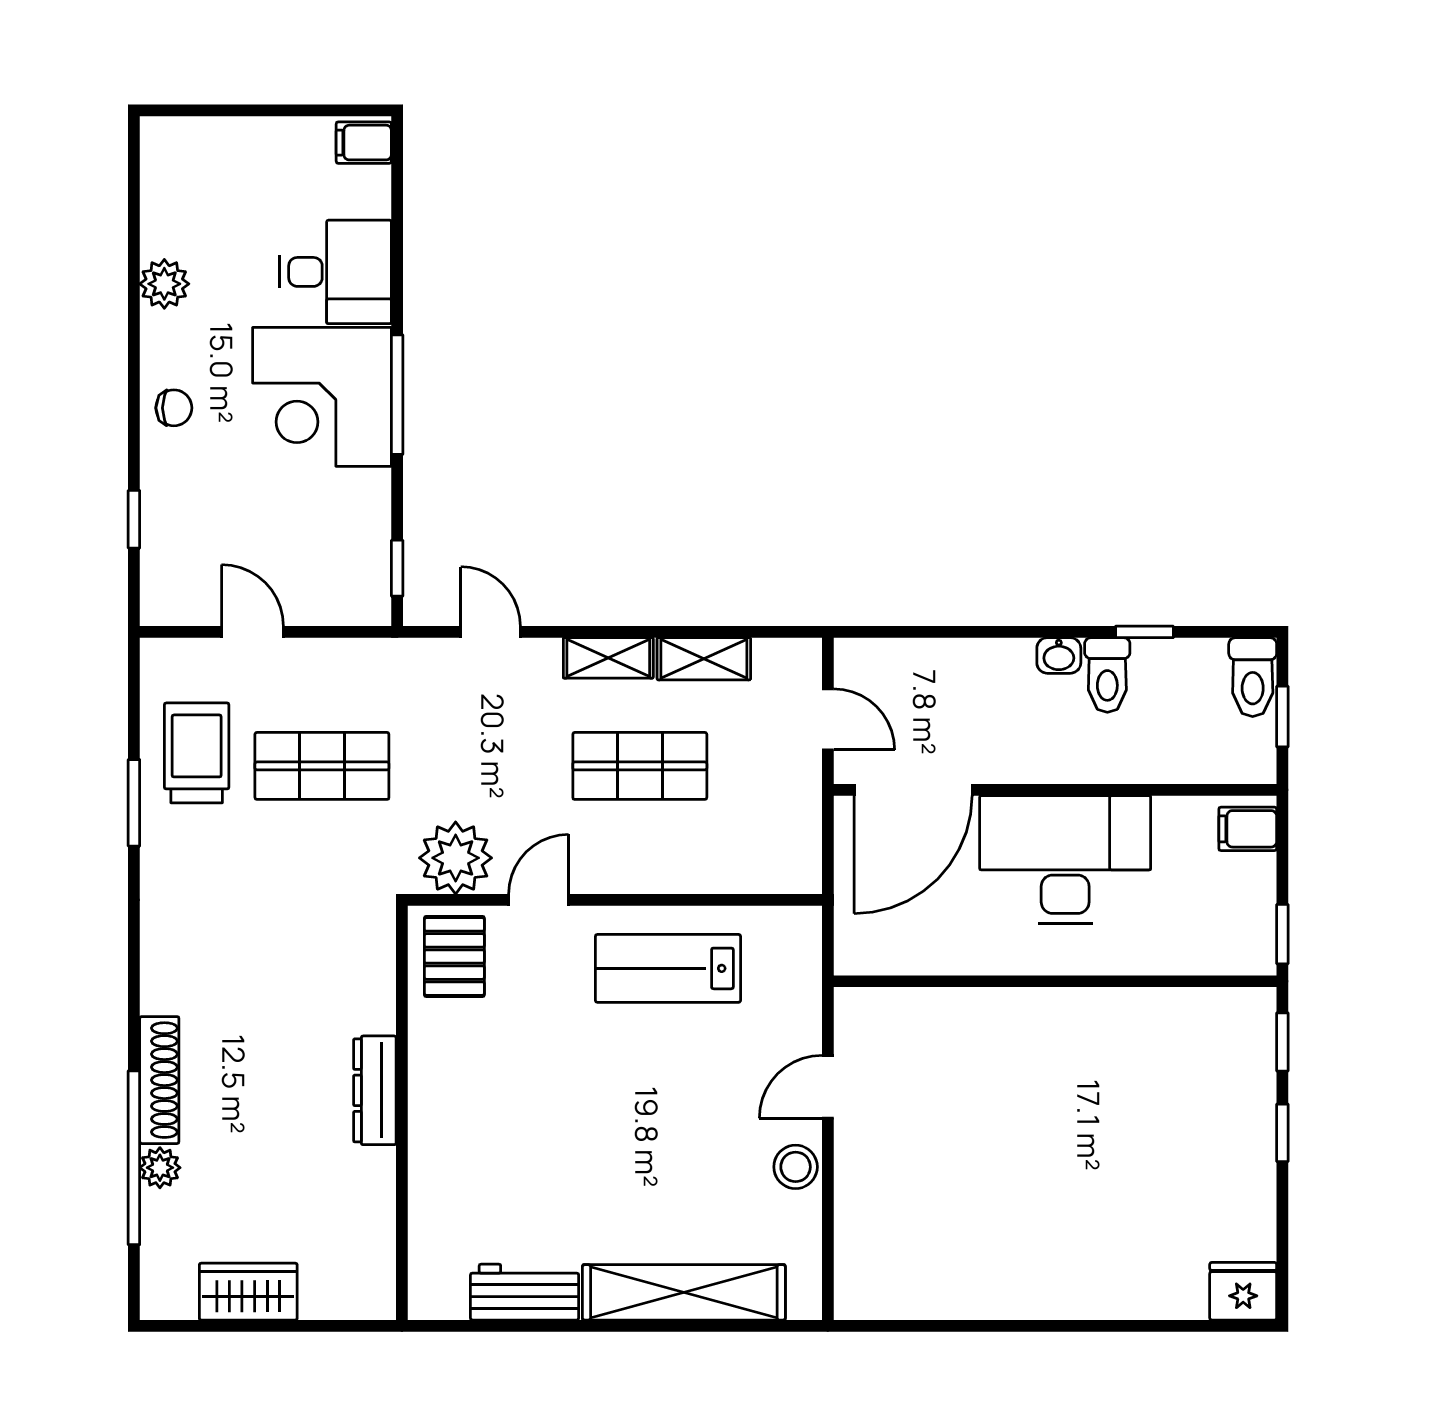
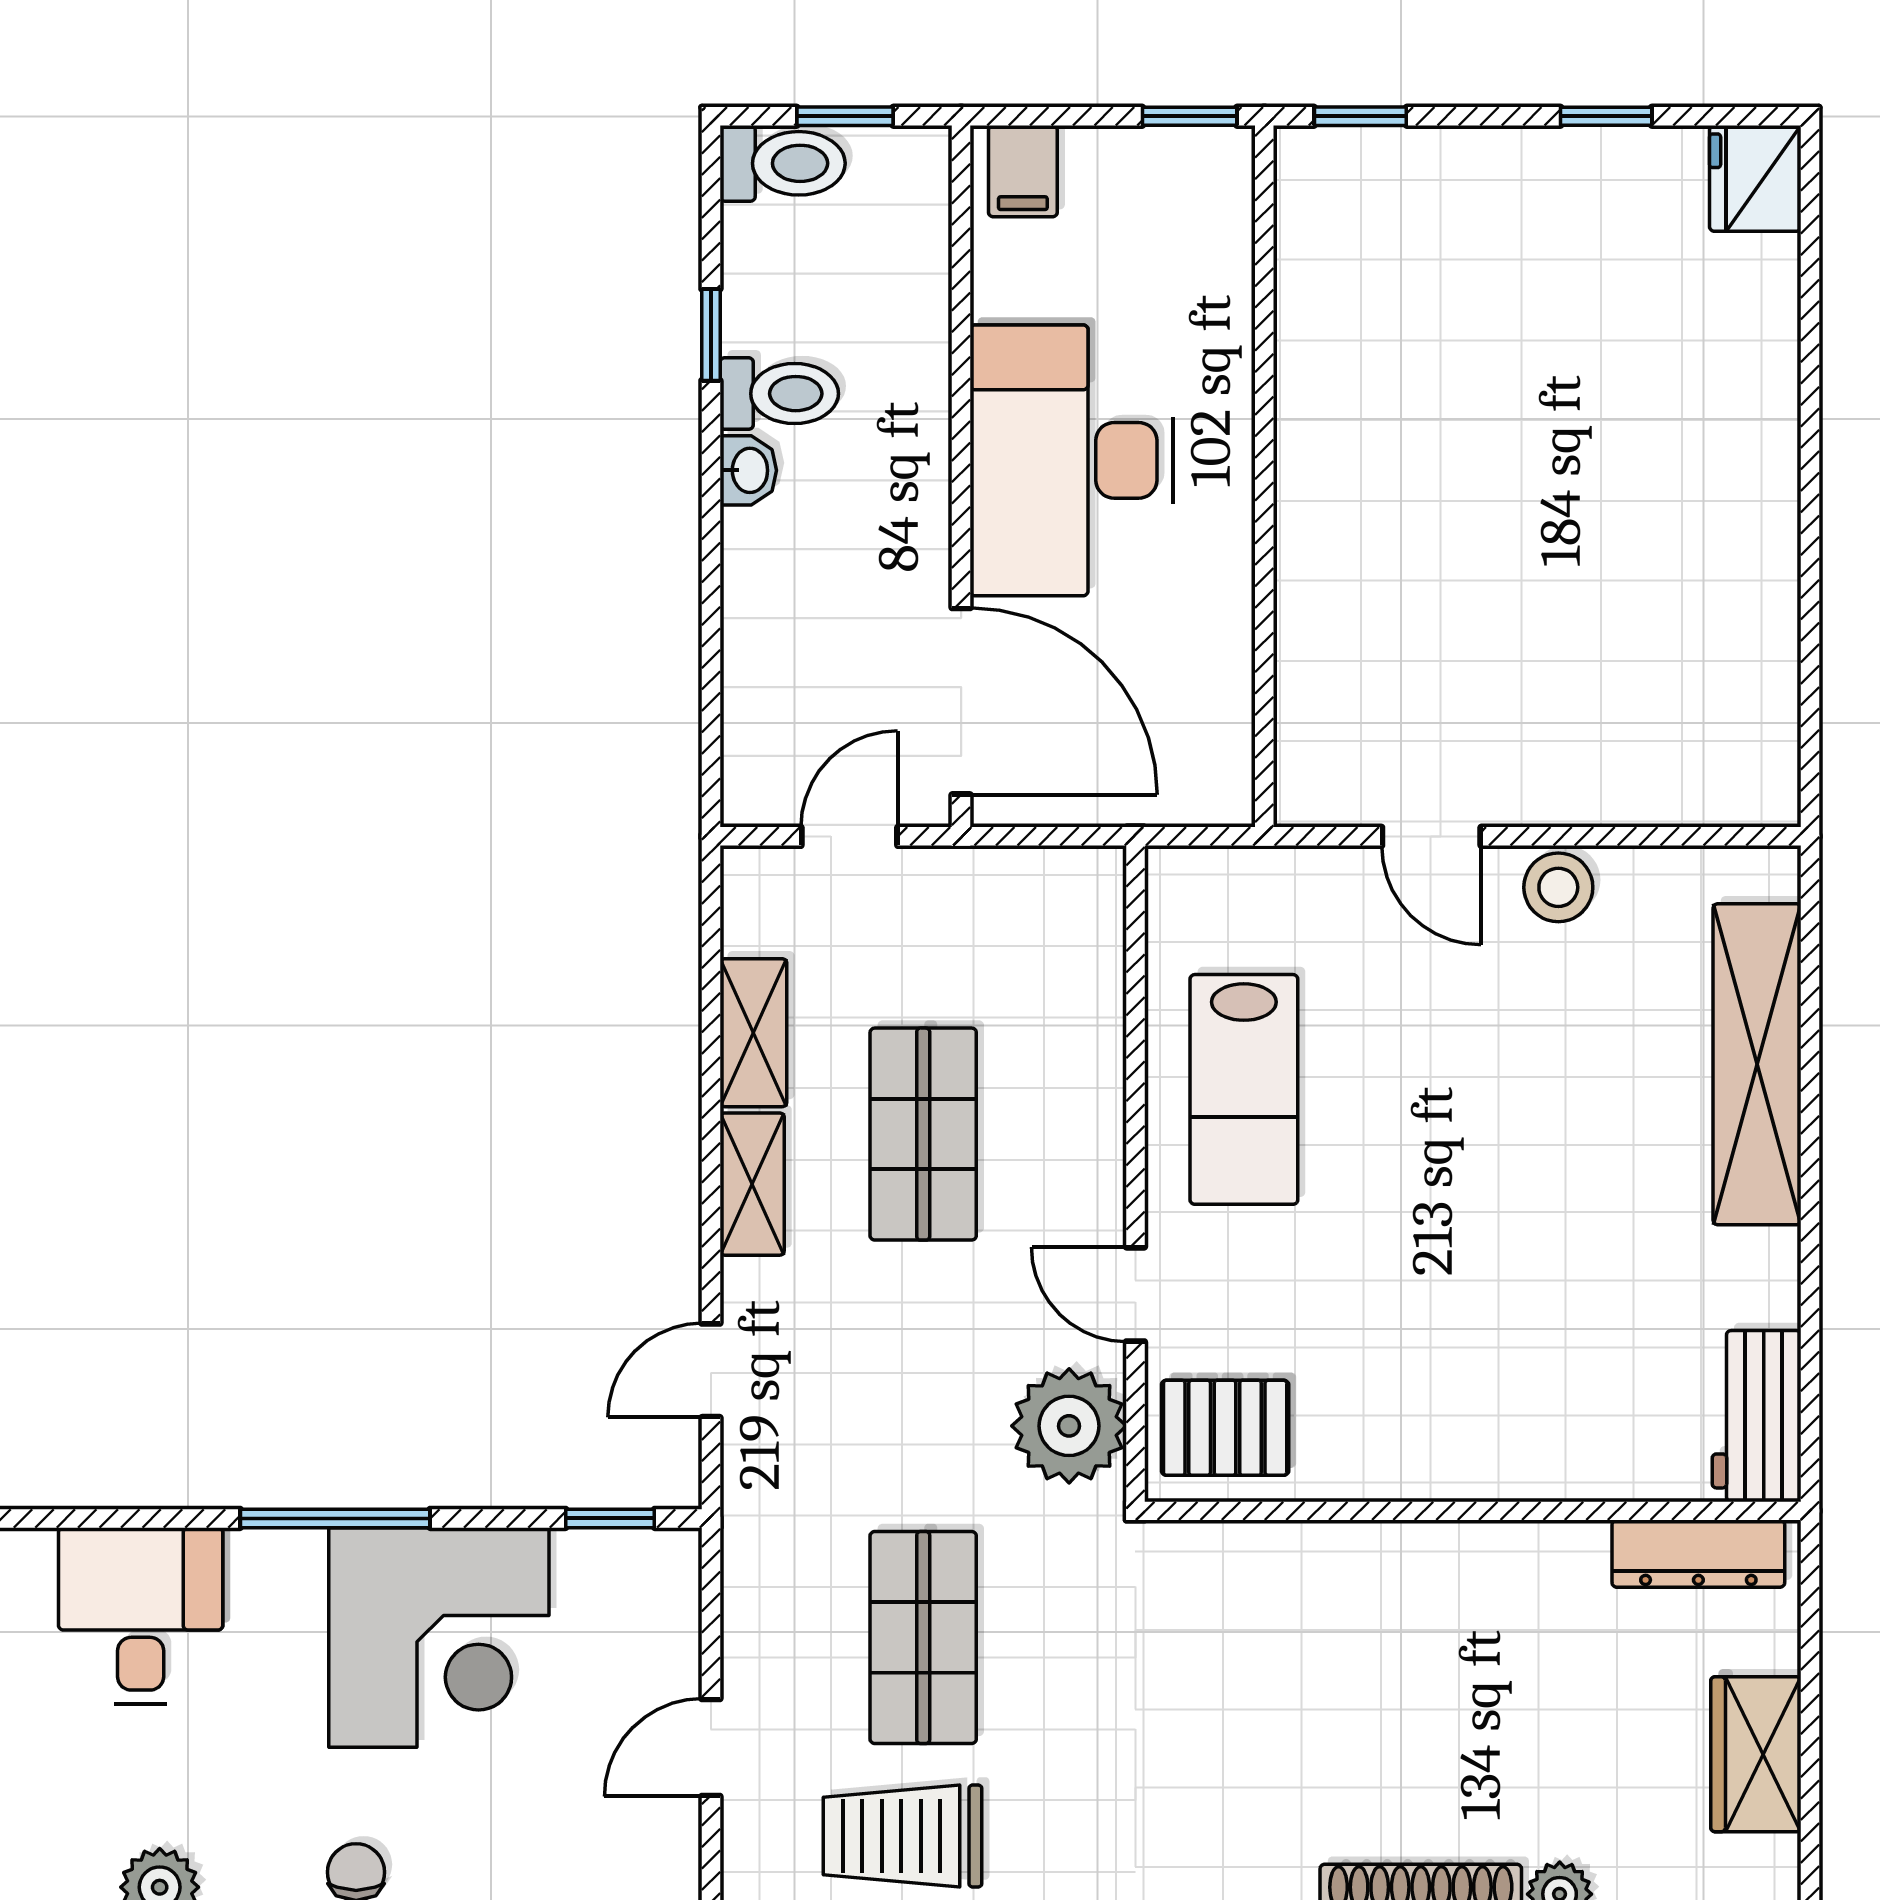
corner desk: (322, 397) -> (439, 1638), moved
dresser: (375, 1090) -> (1698, 1554), moved
window: (1282, 1133) -> (1606, 116), moved
workbench: (525, 1292) -> (1757, 1416), moved

